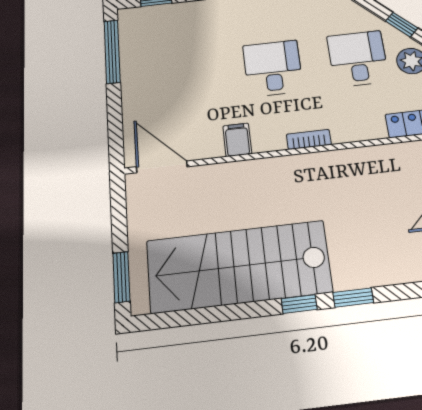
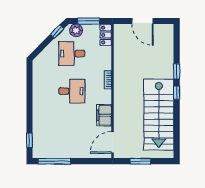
desk: (273, 68) -> (72, 91), turned 180
filing cabinet: (237, 140) -> (104, 115), width x2.00
window: (121, 277) -> (140, 161), moved

